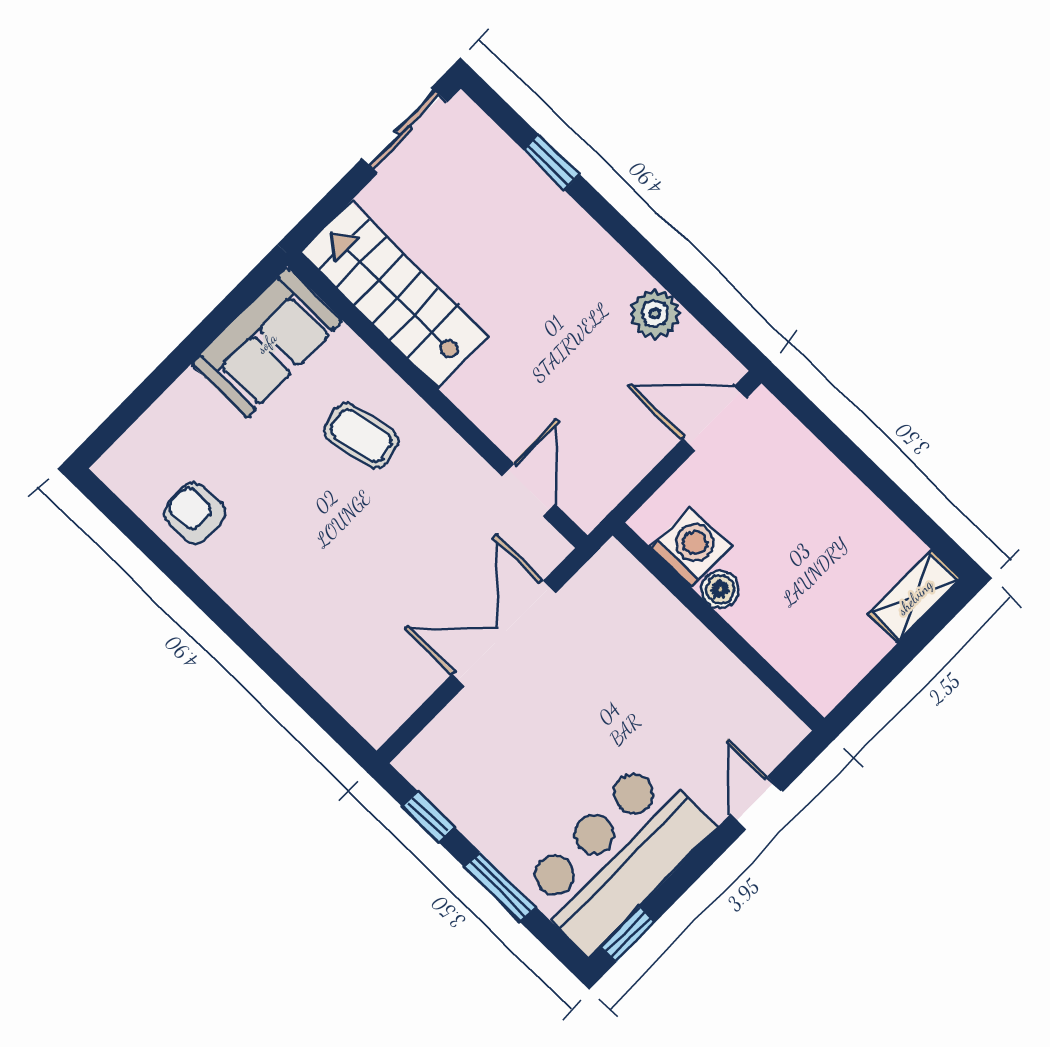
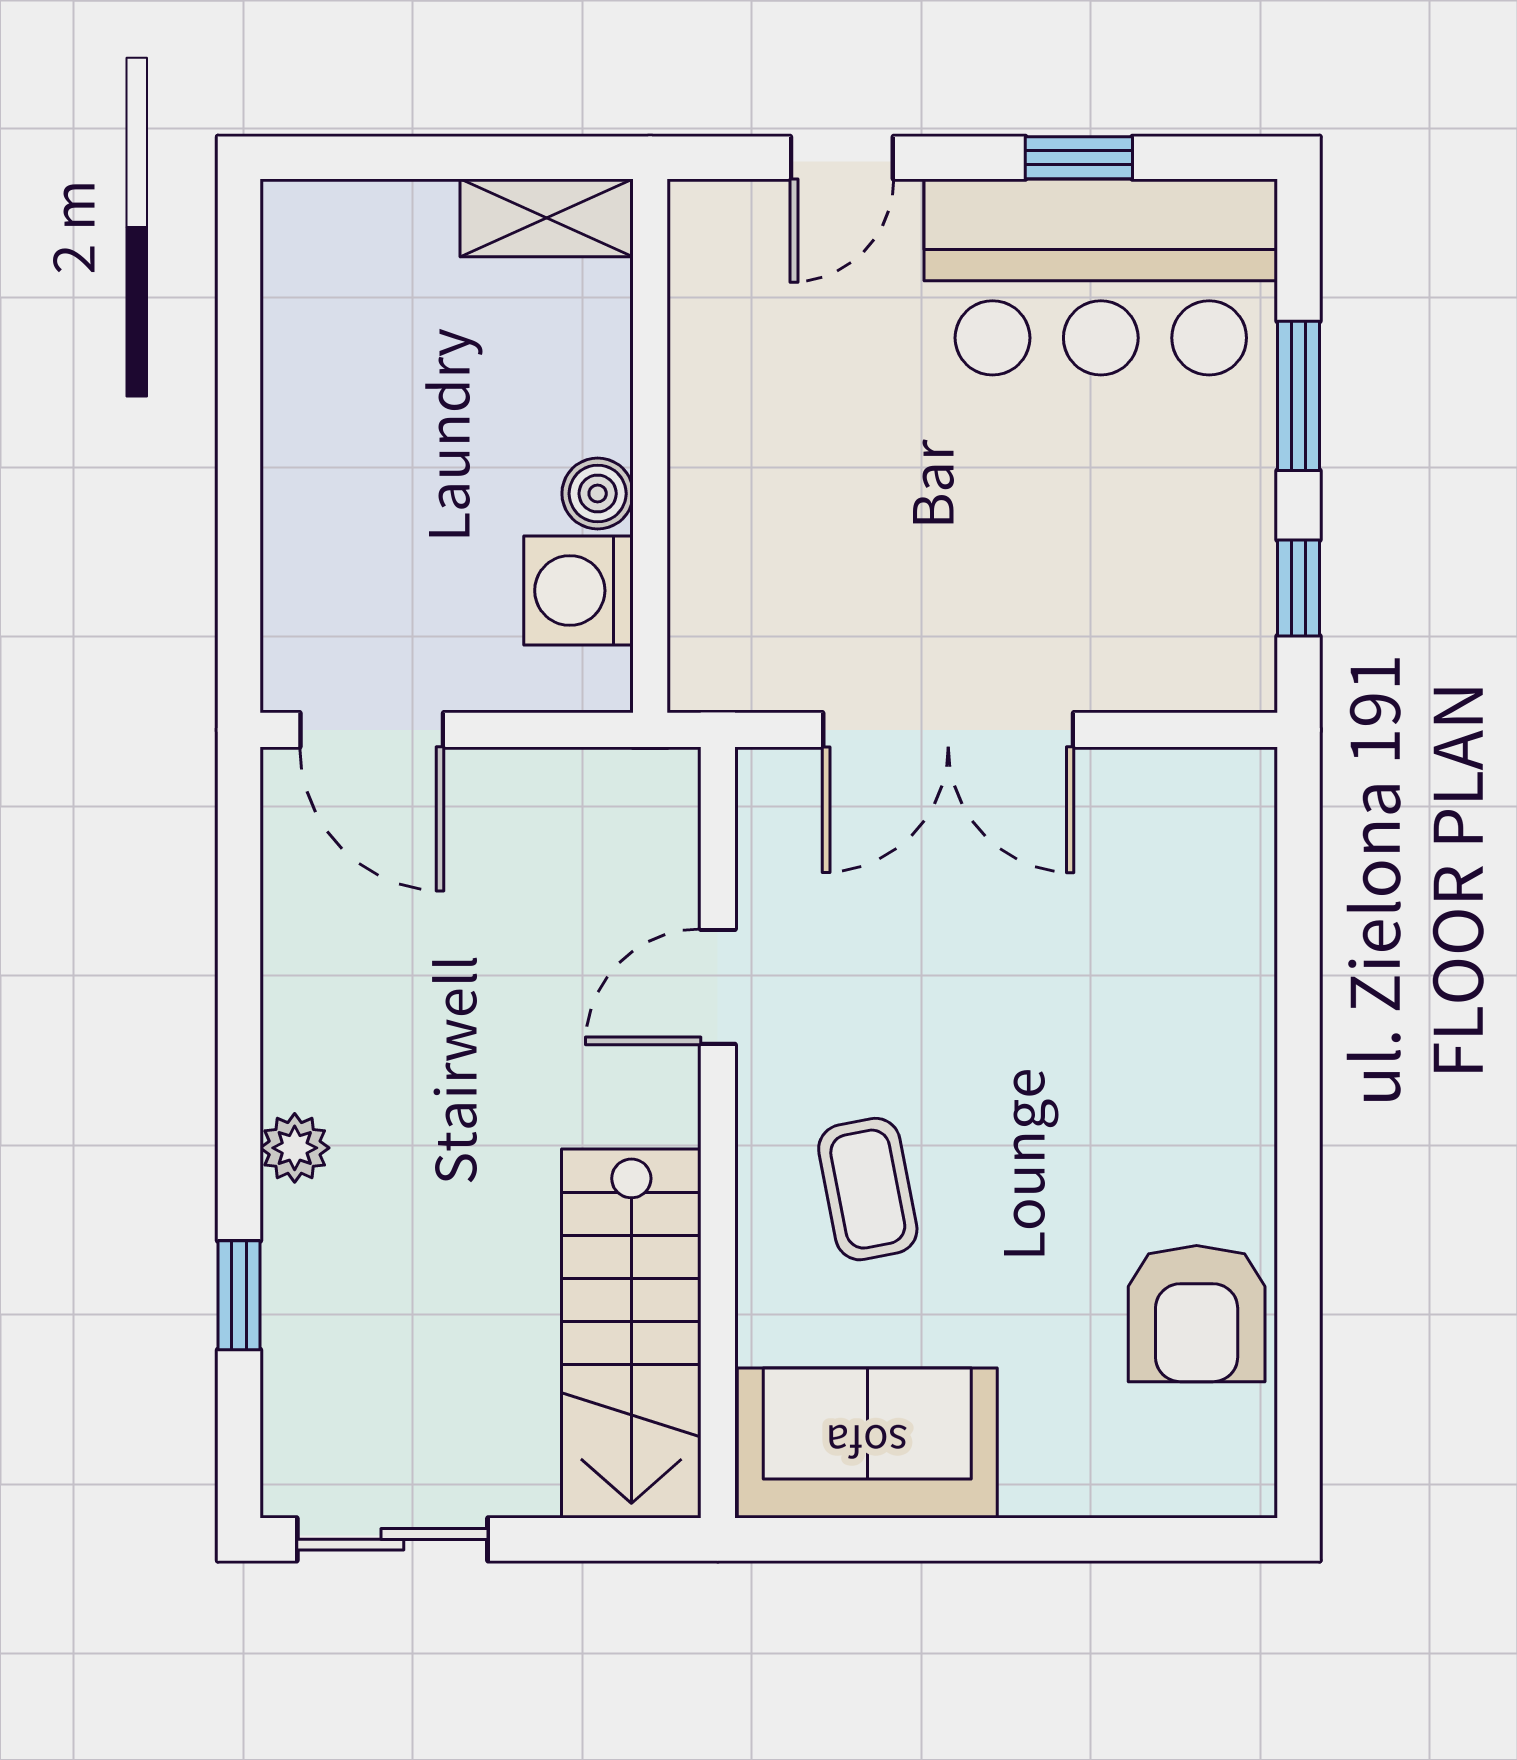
plant: (655, 314) -> (295, 1148), moved, width x0.73, depth x0.73
door: (528, 490) -> (718, 987), moved
armchair: (195, 513) -> (1197, 1314), width x1.38, depth x1.38
shelving: (915, 597) -> (547, 218), moved
window: (628, 935) -> (1079, 158), moved

